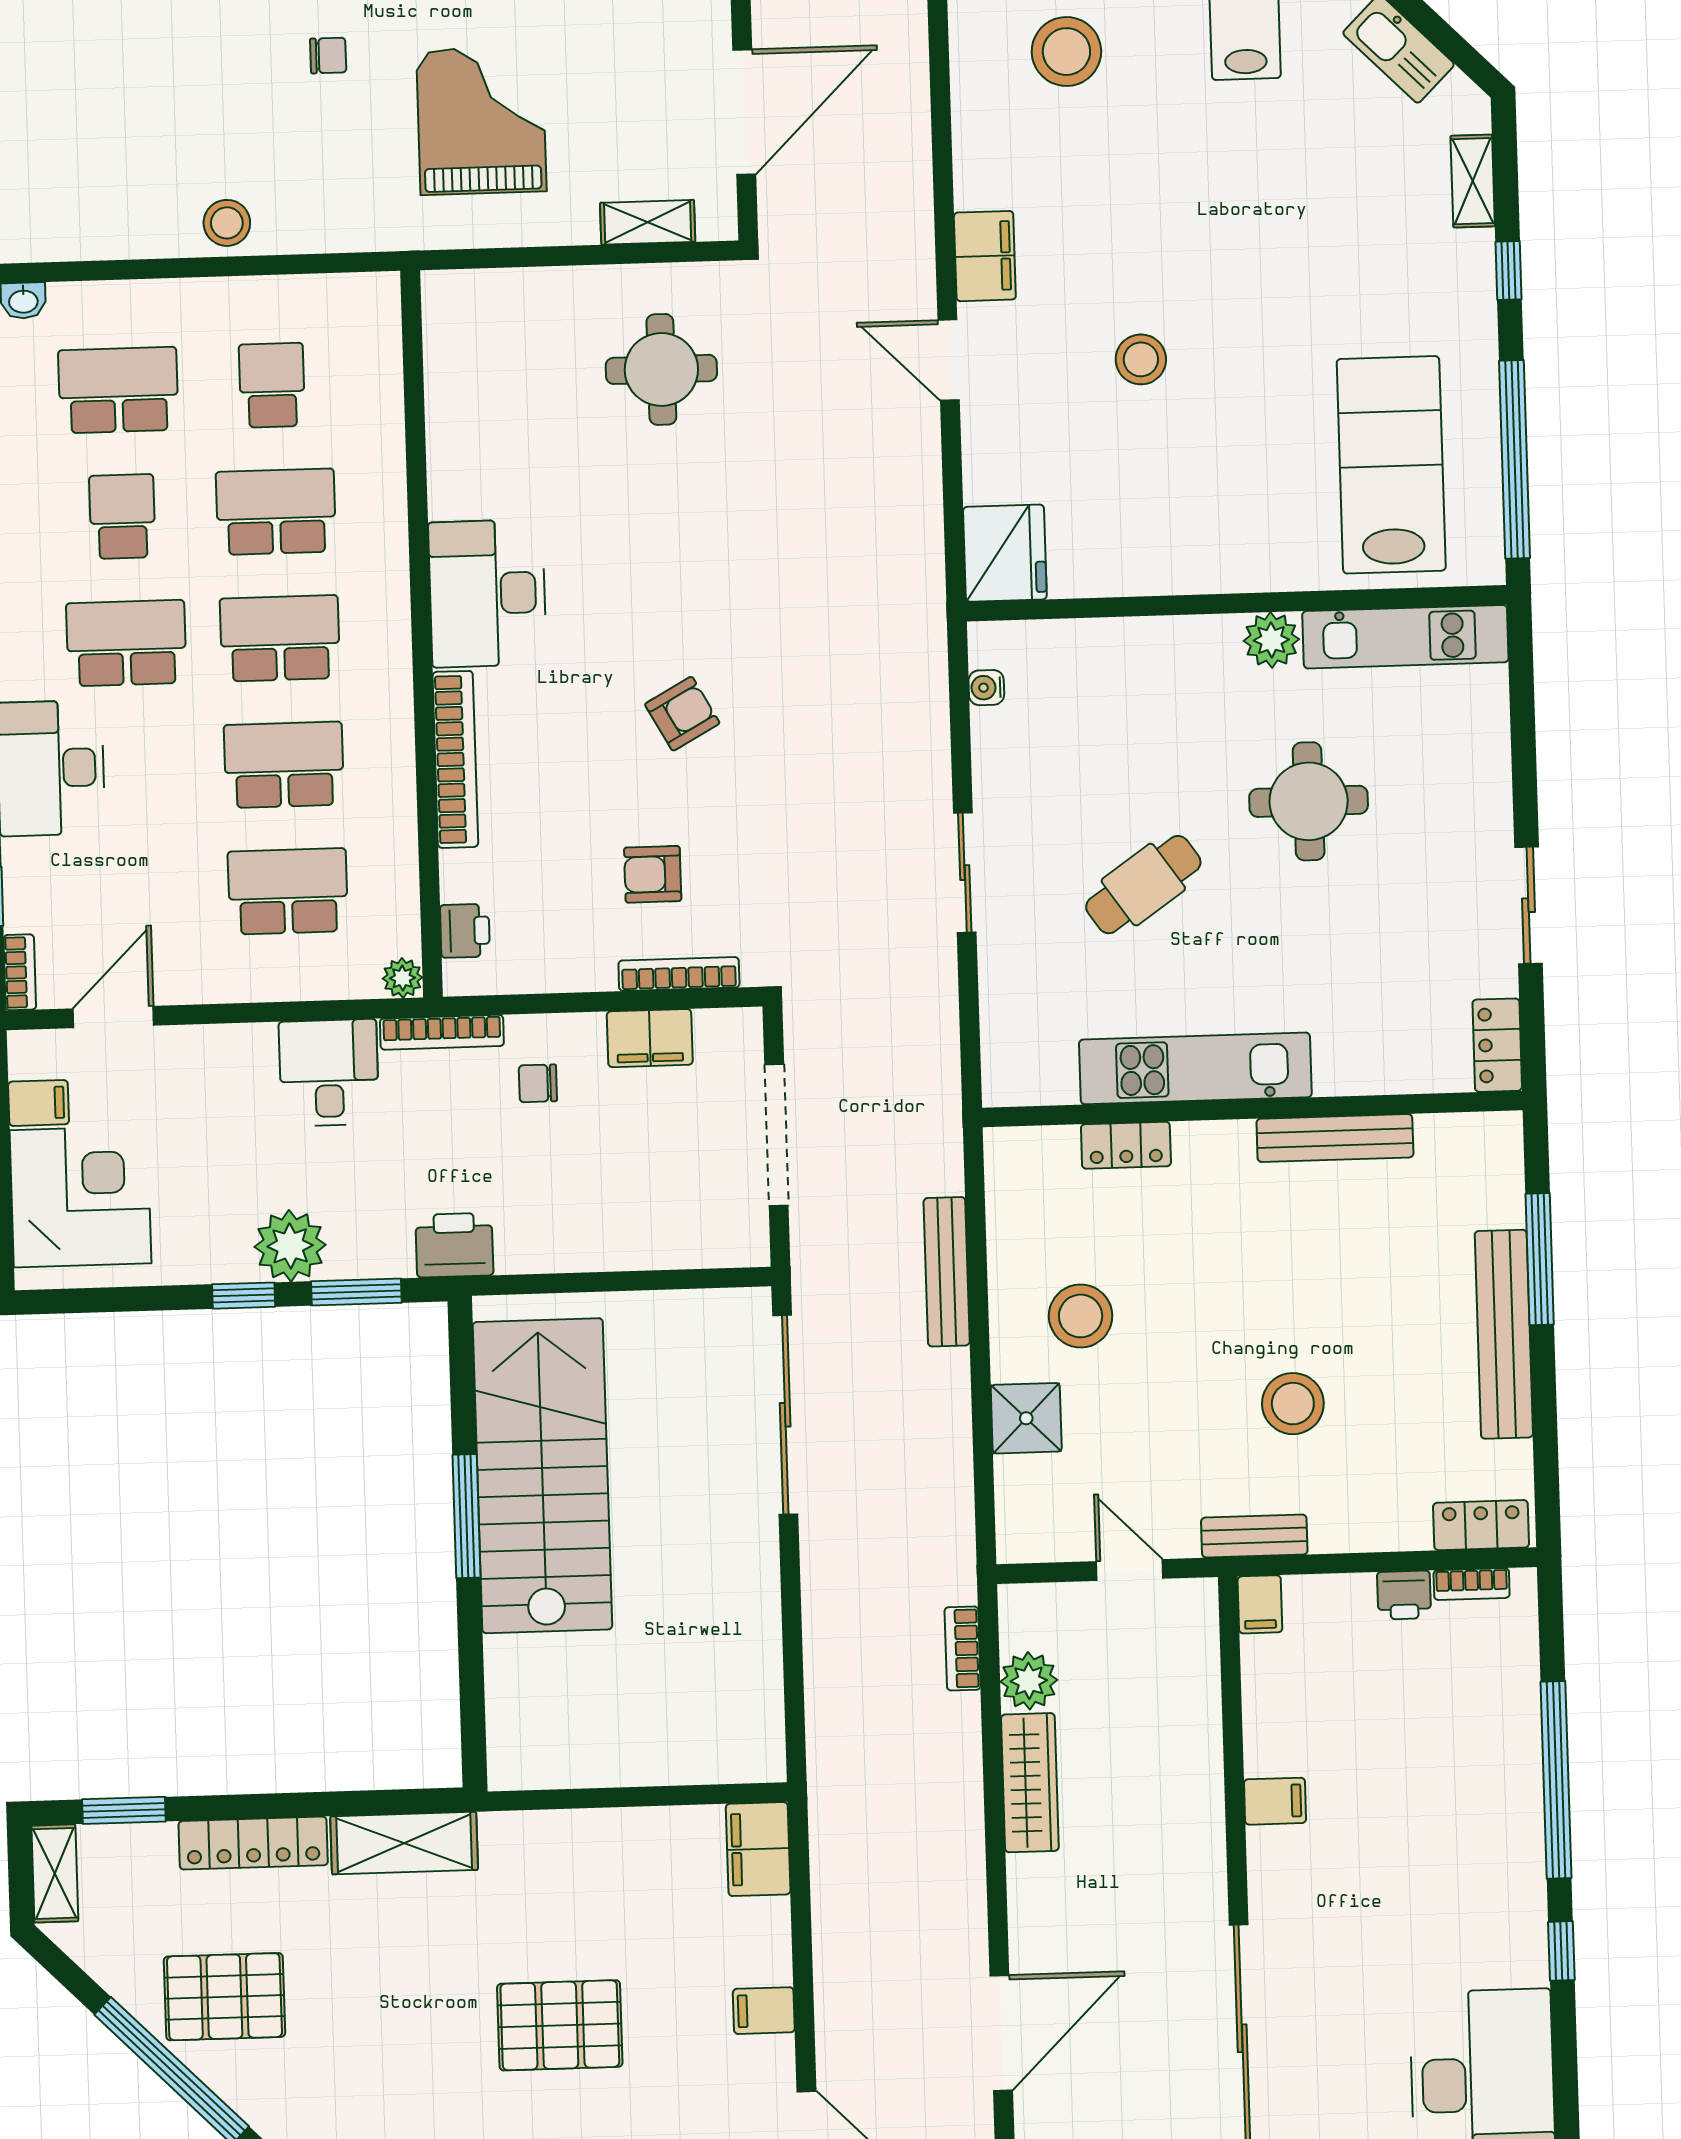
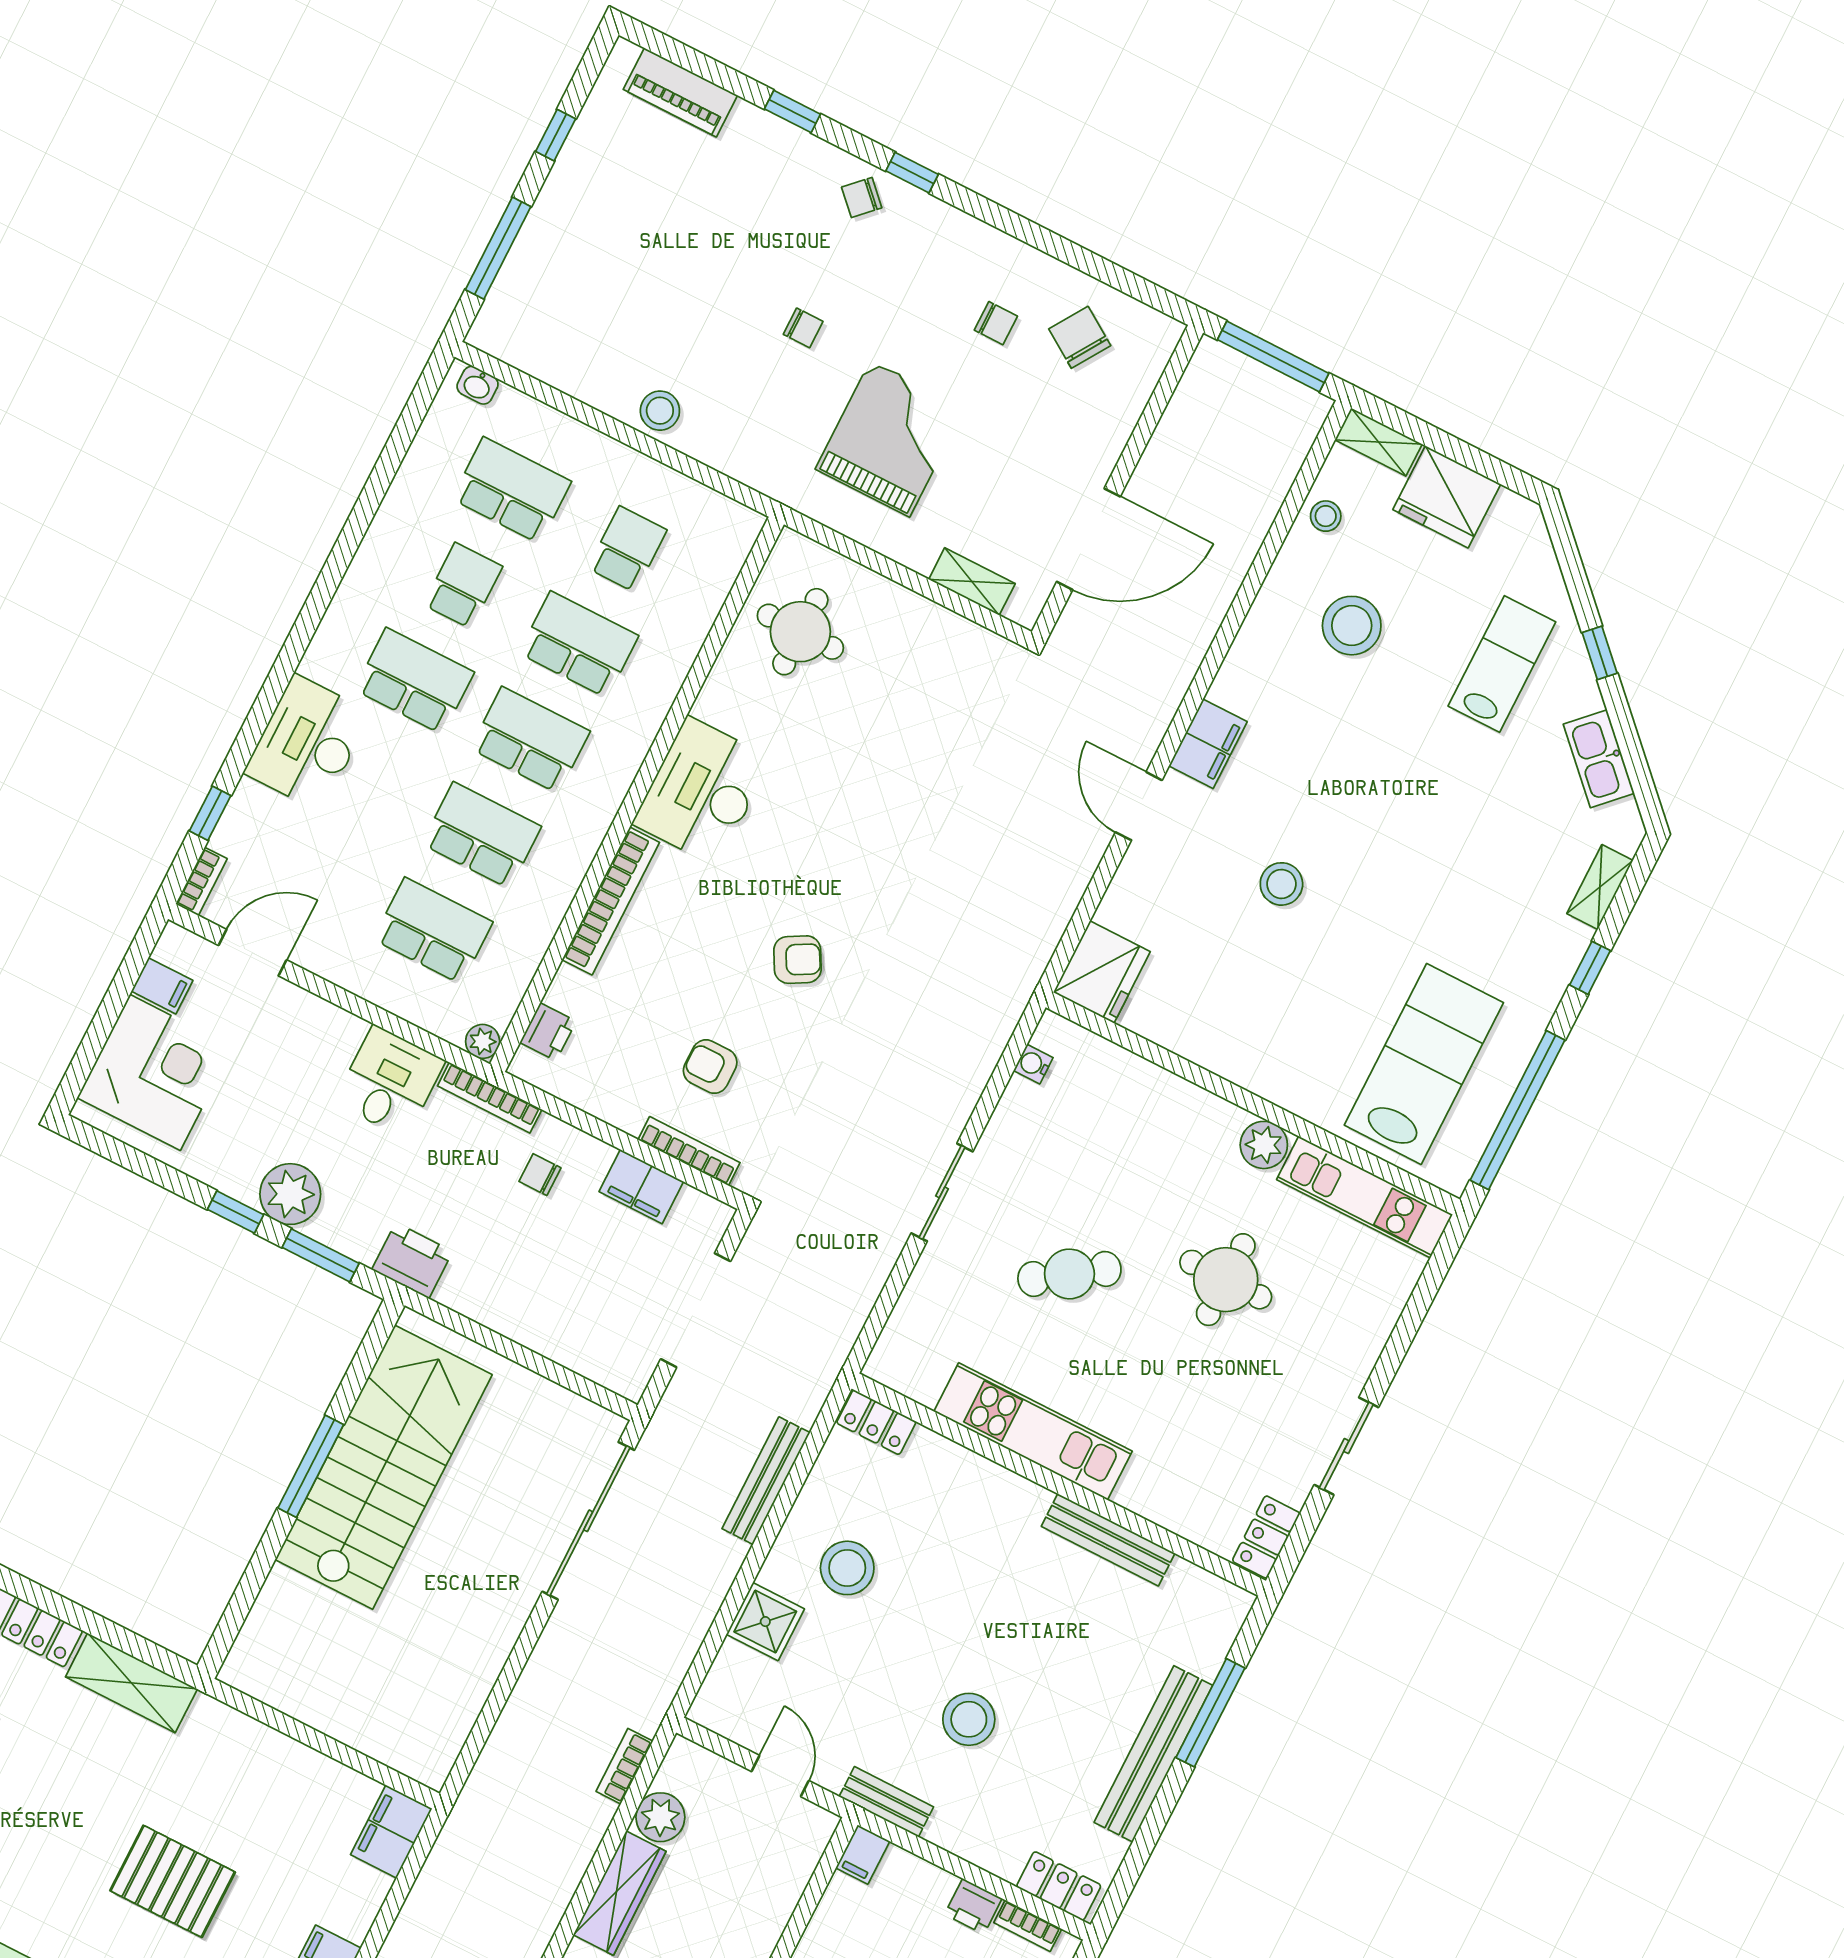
round table: (661, 369) -> (800, 632), moved
locker: (1126, 1145) -> (876, 1422), moved

